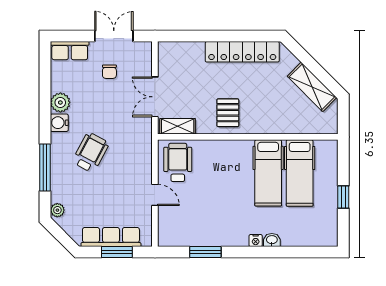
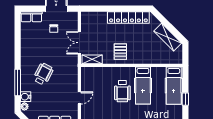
plant: (60, 102) -> (26, 46), removed
water cooler: (59, 123) -> (26, 97), moved
wheelchair: (178, 162) -> (122, 91), moved, turned 180
hospital bed: (300, 173) -> (174, 86), moved
door: (155, 195) -> (79, 98), hinge flipped

